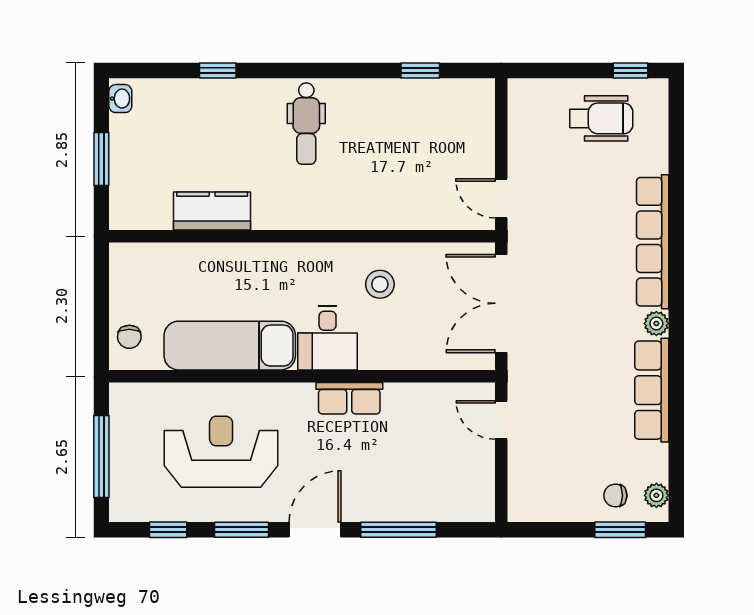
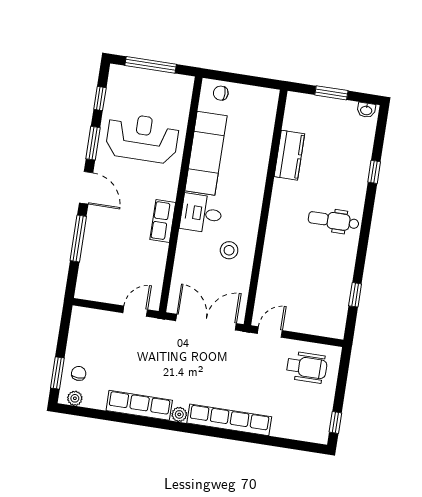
wheelchair: (601, 118) -> (307, 367), moved, turned -90
reception desk: (221, 452) -> (142, 138), turned -90

